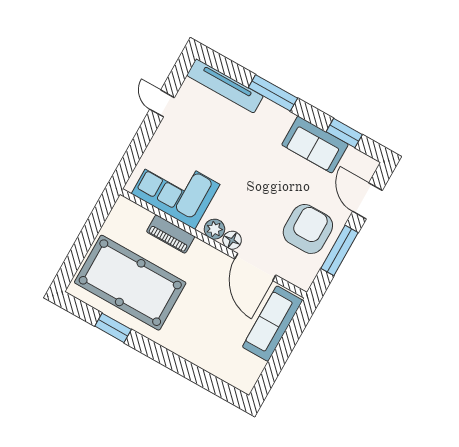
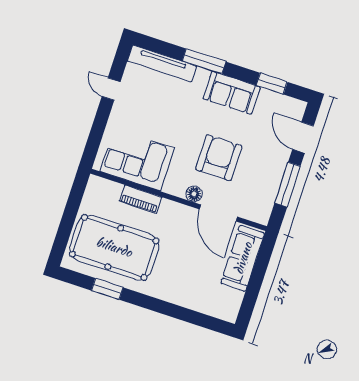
sofa: (315, 145) -> (232, 93), moved
plant: (214, 229) -> (177, 188), removed
armchair: (308, 229) -> (219, 158), moved

